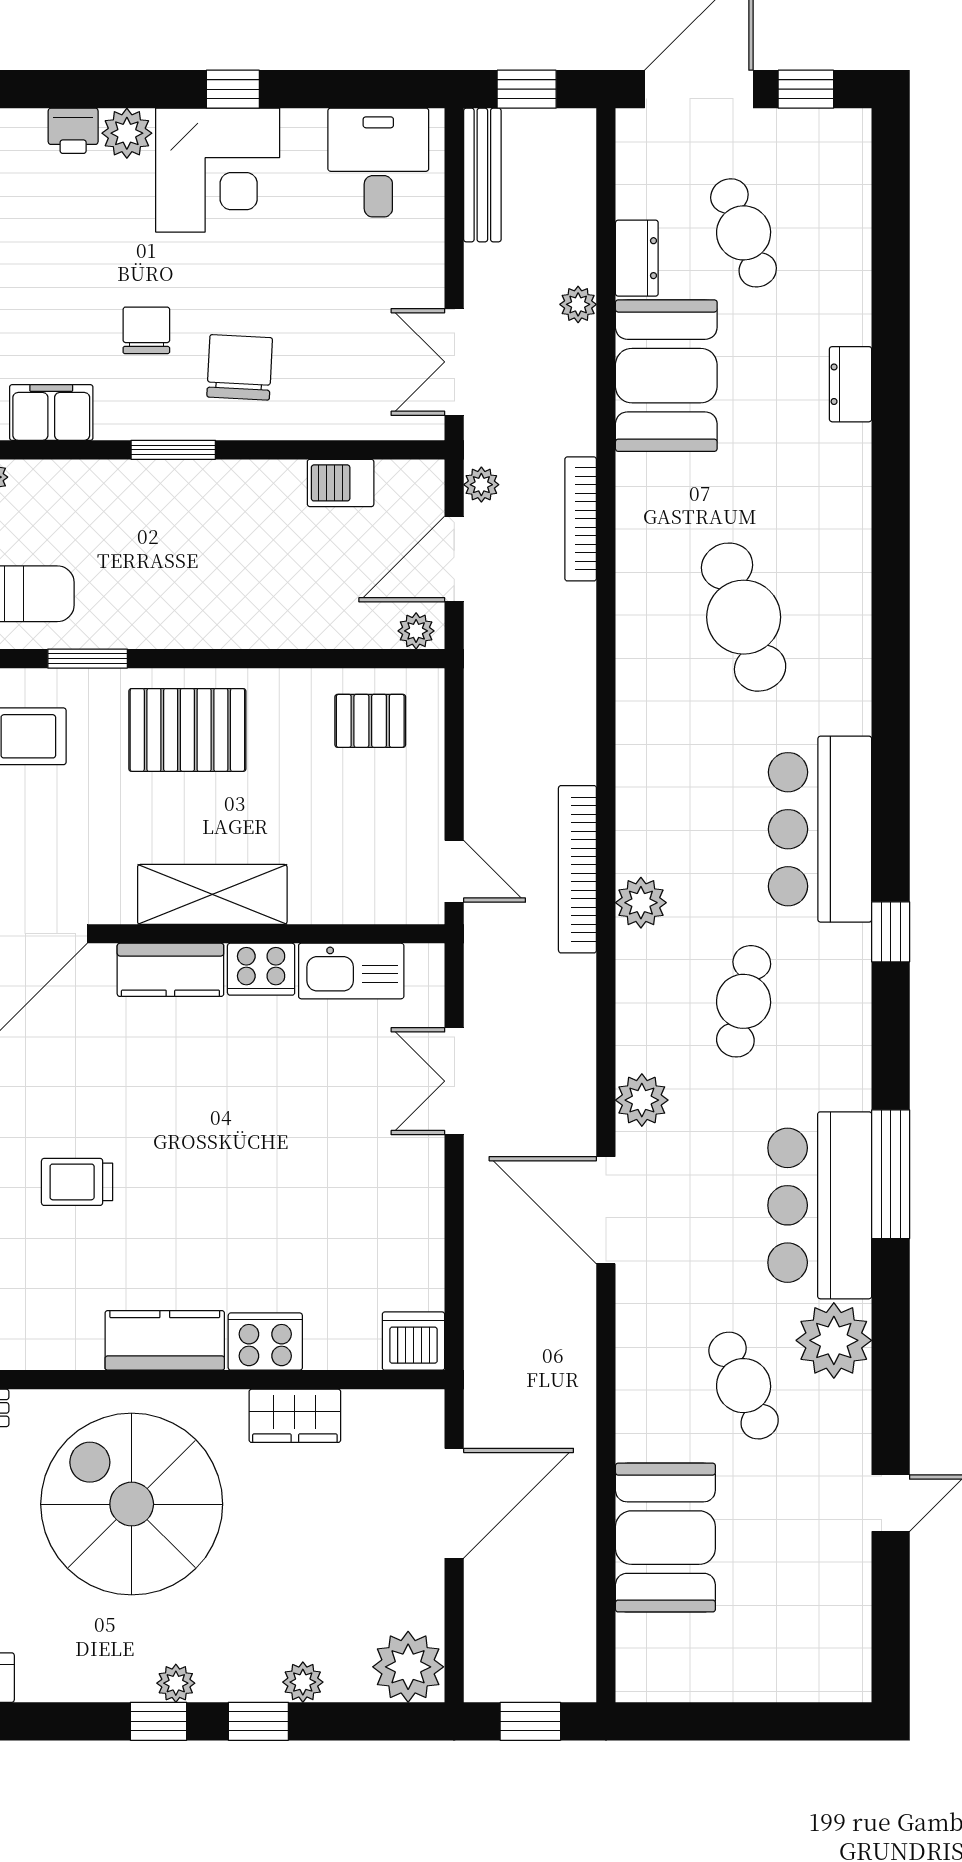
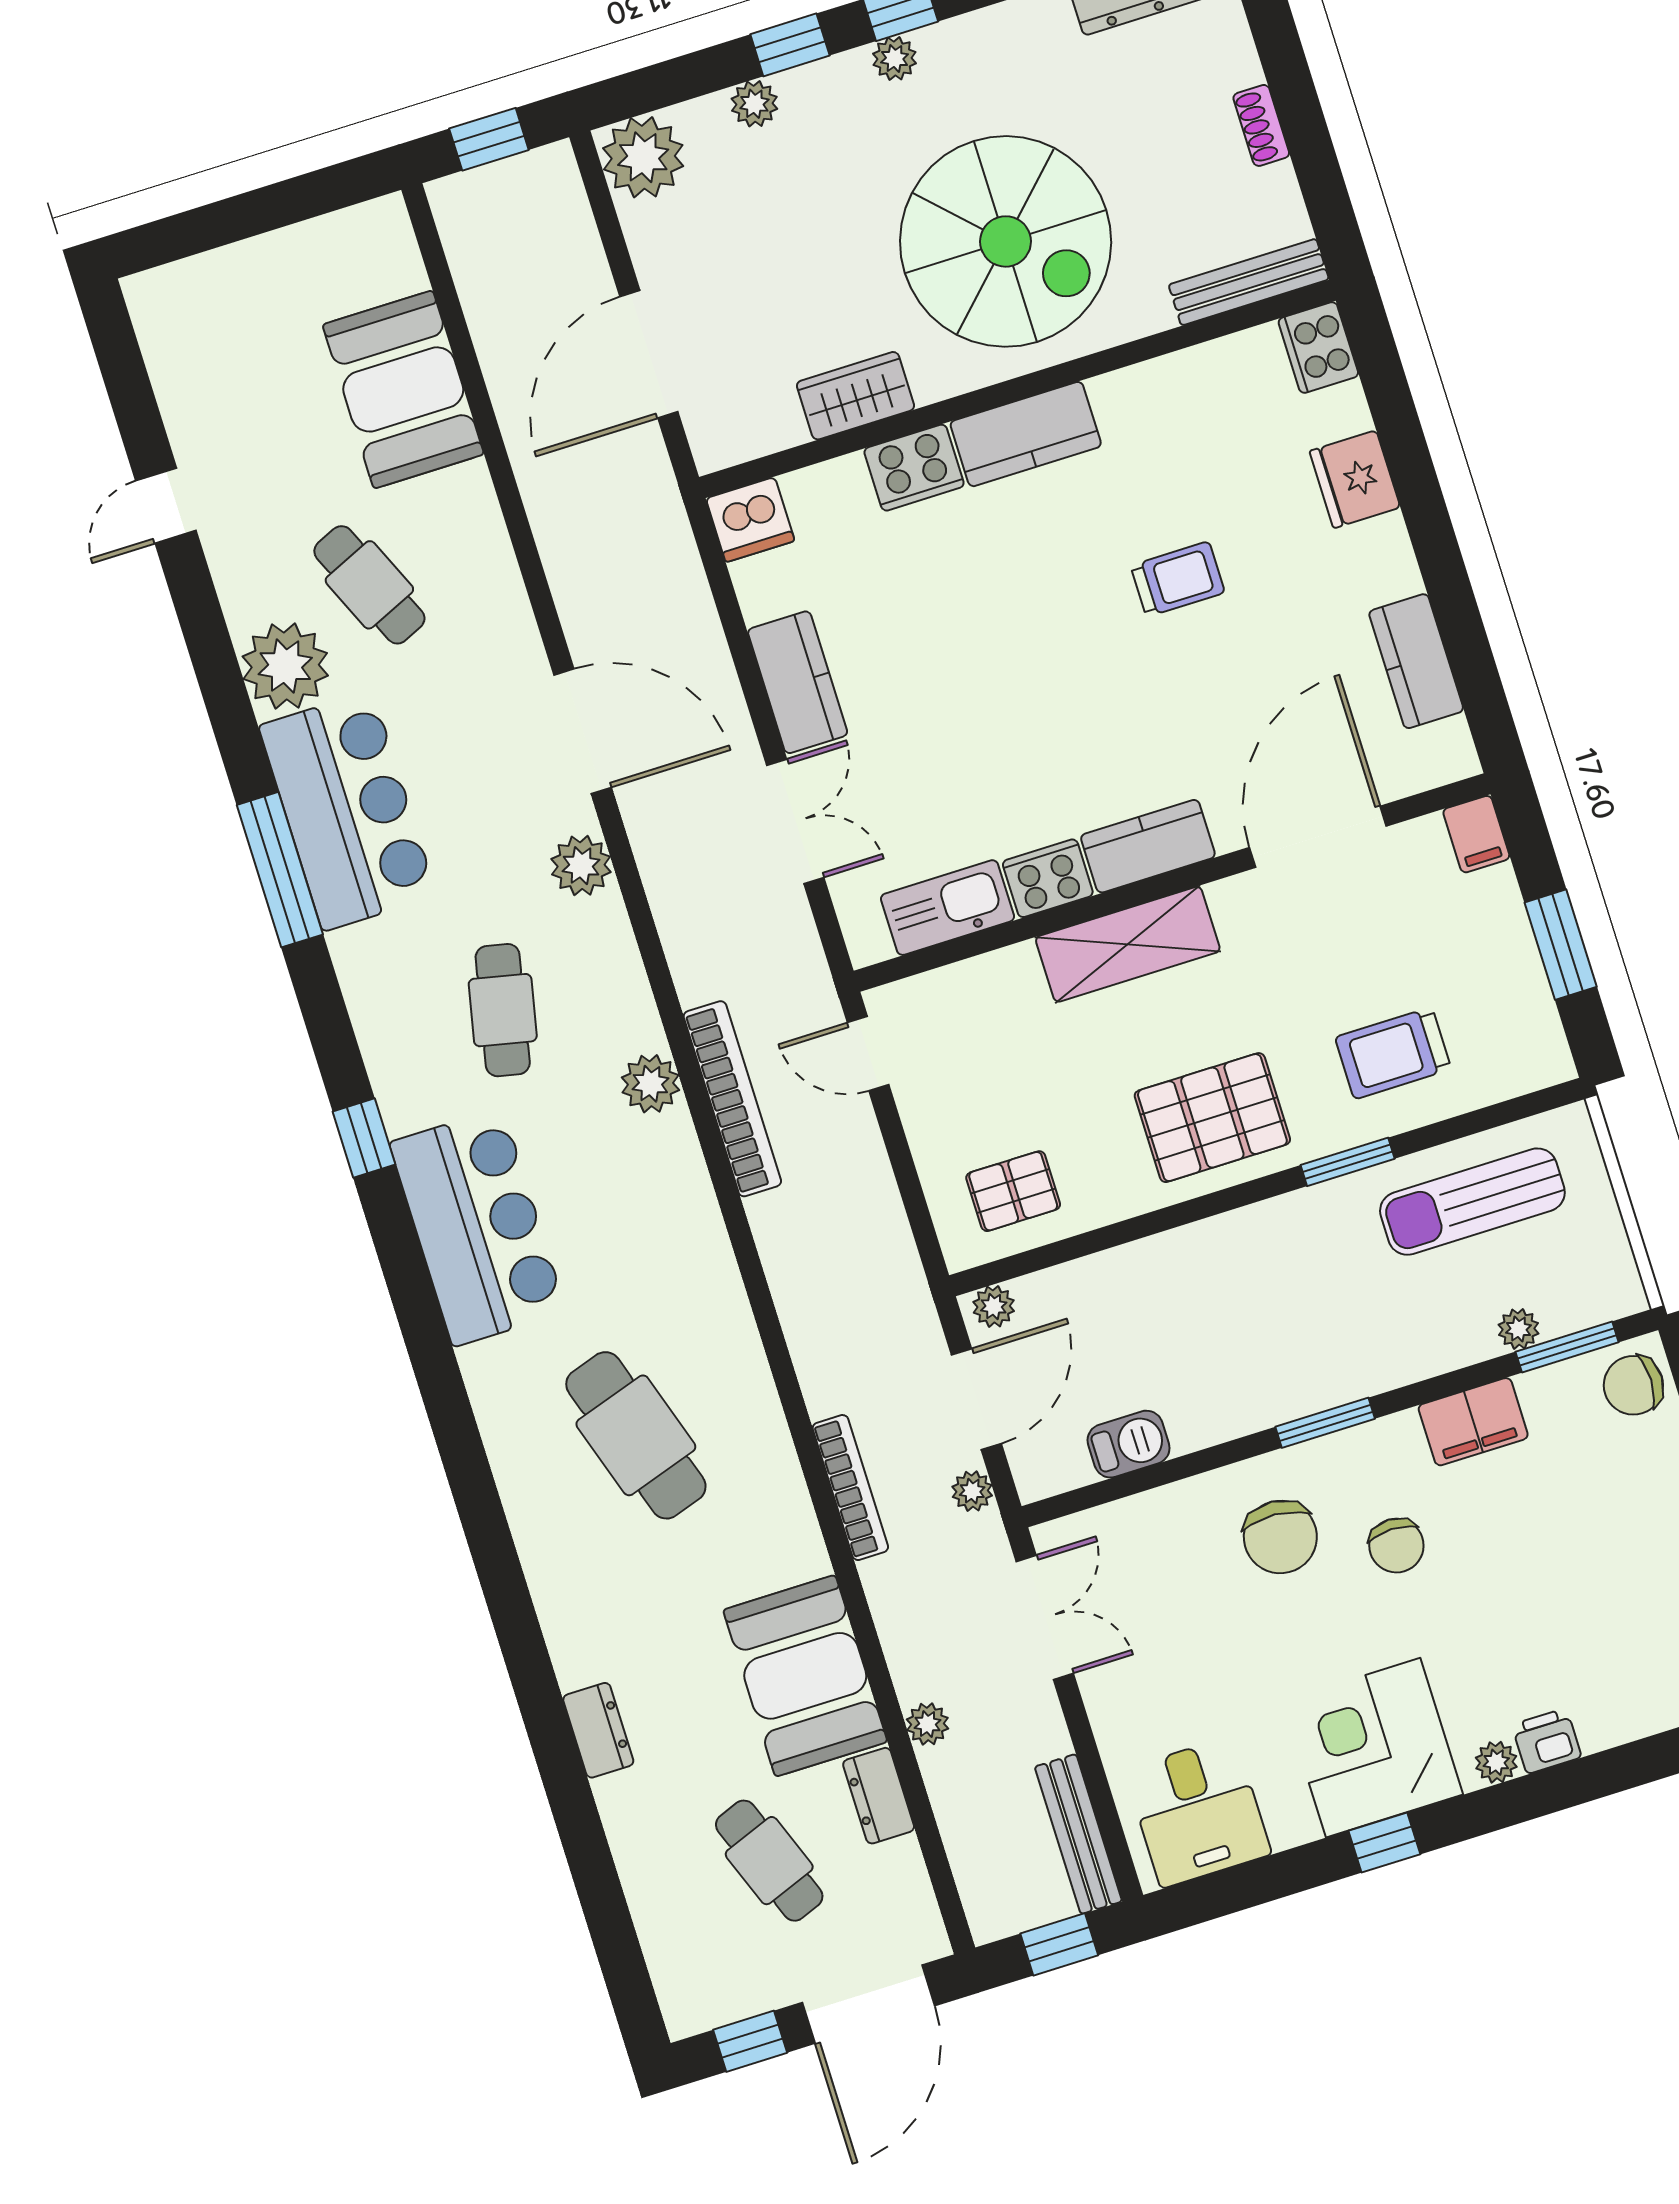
plant: (127, 133) -> (1496, 1762), width x0.73, depth x0.73
kitchen counter: (416, 1195) -> (798, 682), added

